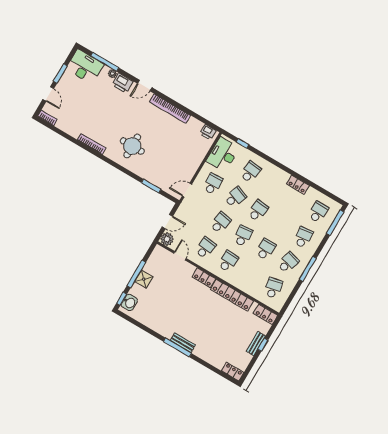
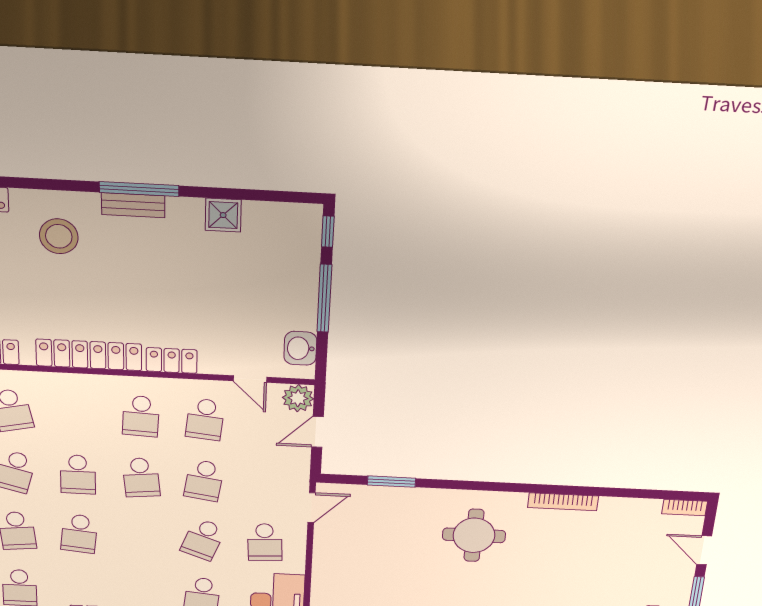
school desk: (258, 211) -> (79, 534), moved
shower: (144, 279) -> (223, 215), moved
washbasin: (129, 302) -> (300, 348), moved
stool: (215, 345) -> (59, 236), added

